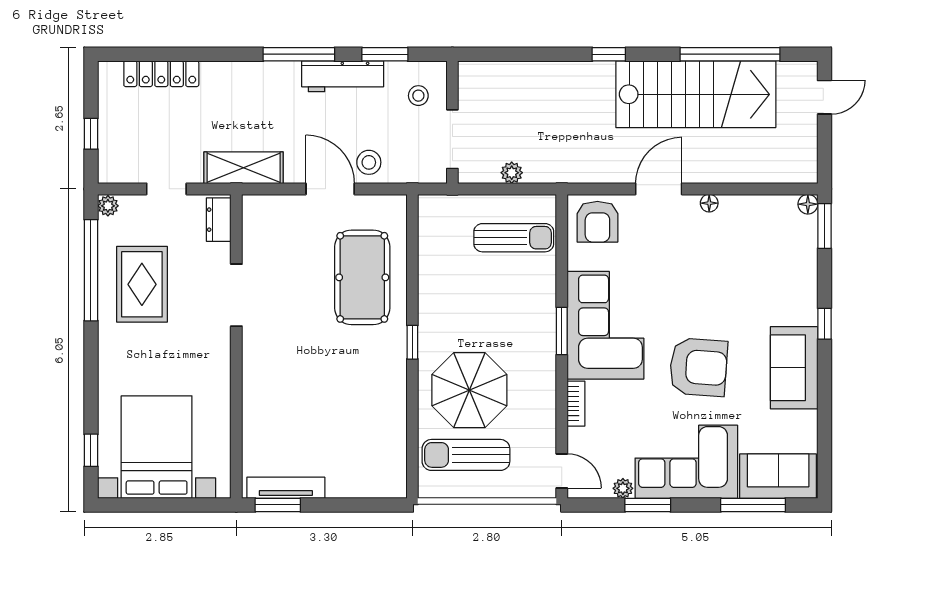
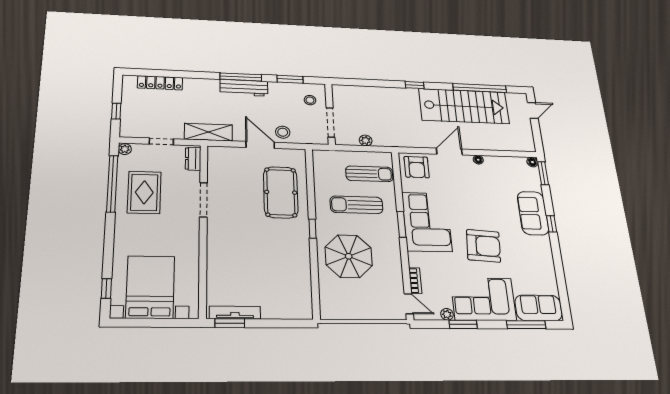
workbench: (343, 76) -> (244, 88), moved
sofa: (794, 368) -> (533, 213), moved
bookcase: (576, 404) -> (415, 281), moved
sun lounger: (466, 455) -> (356, 205), moved

